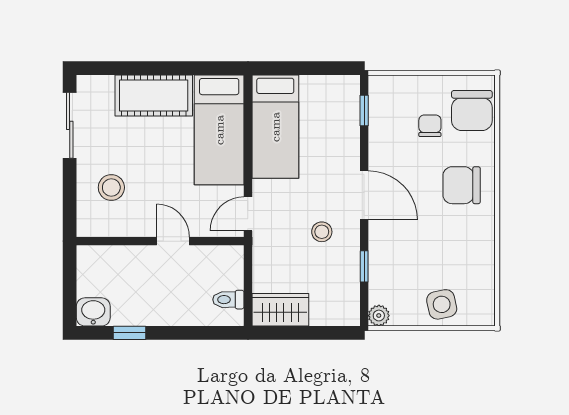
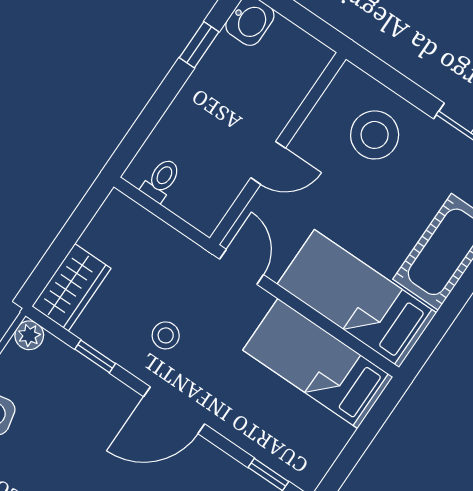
stool: (111, 187) -> (375, 135), width x1.38, depth x1.38
wardrobe: (280, 310) -> (71, 287), moved

